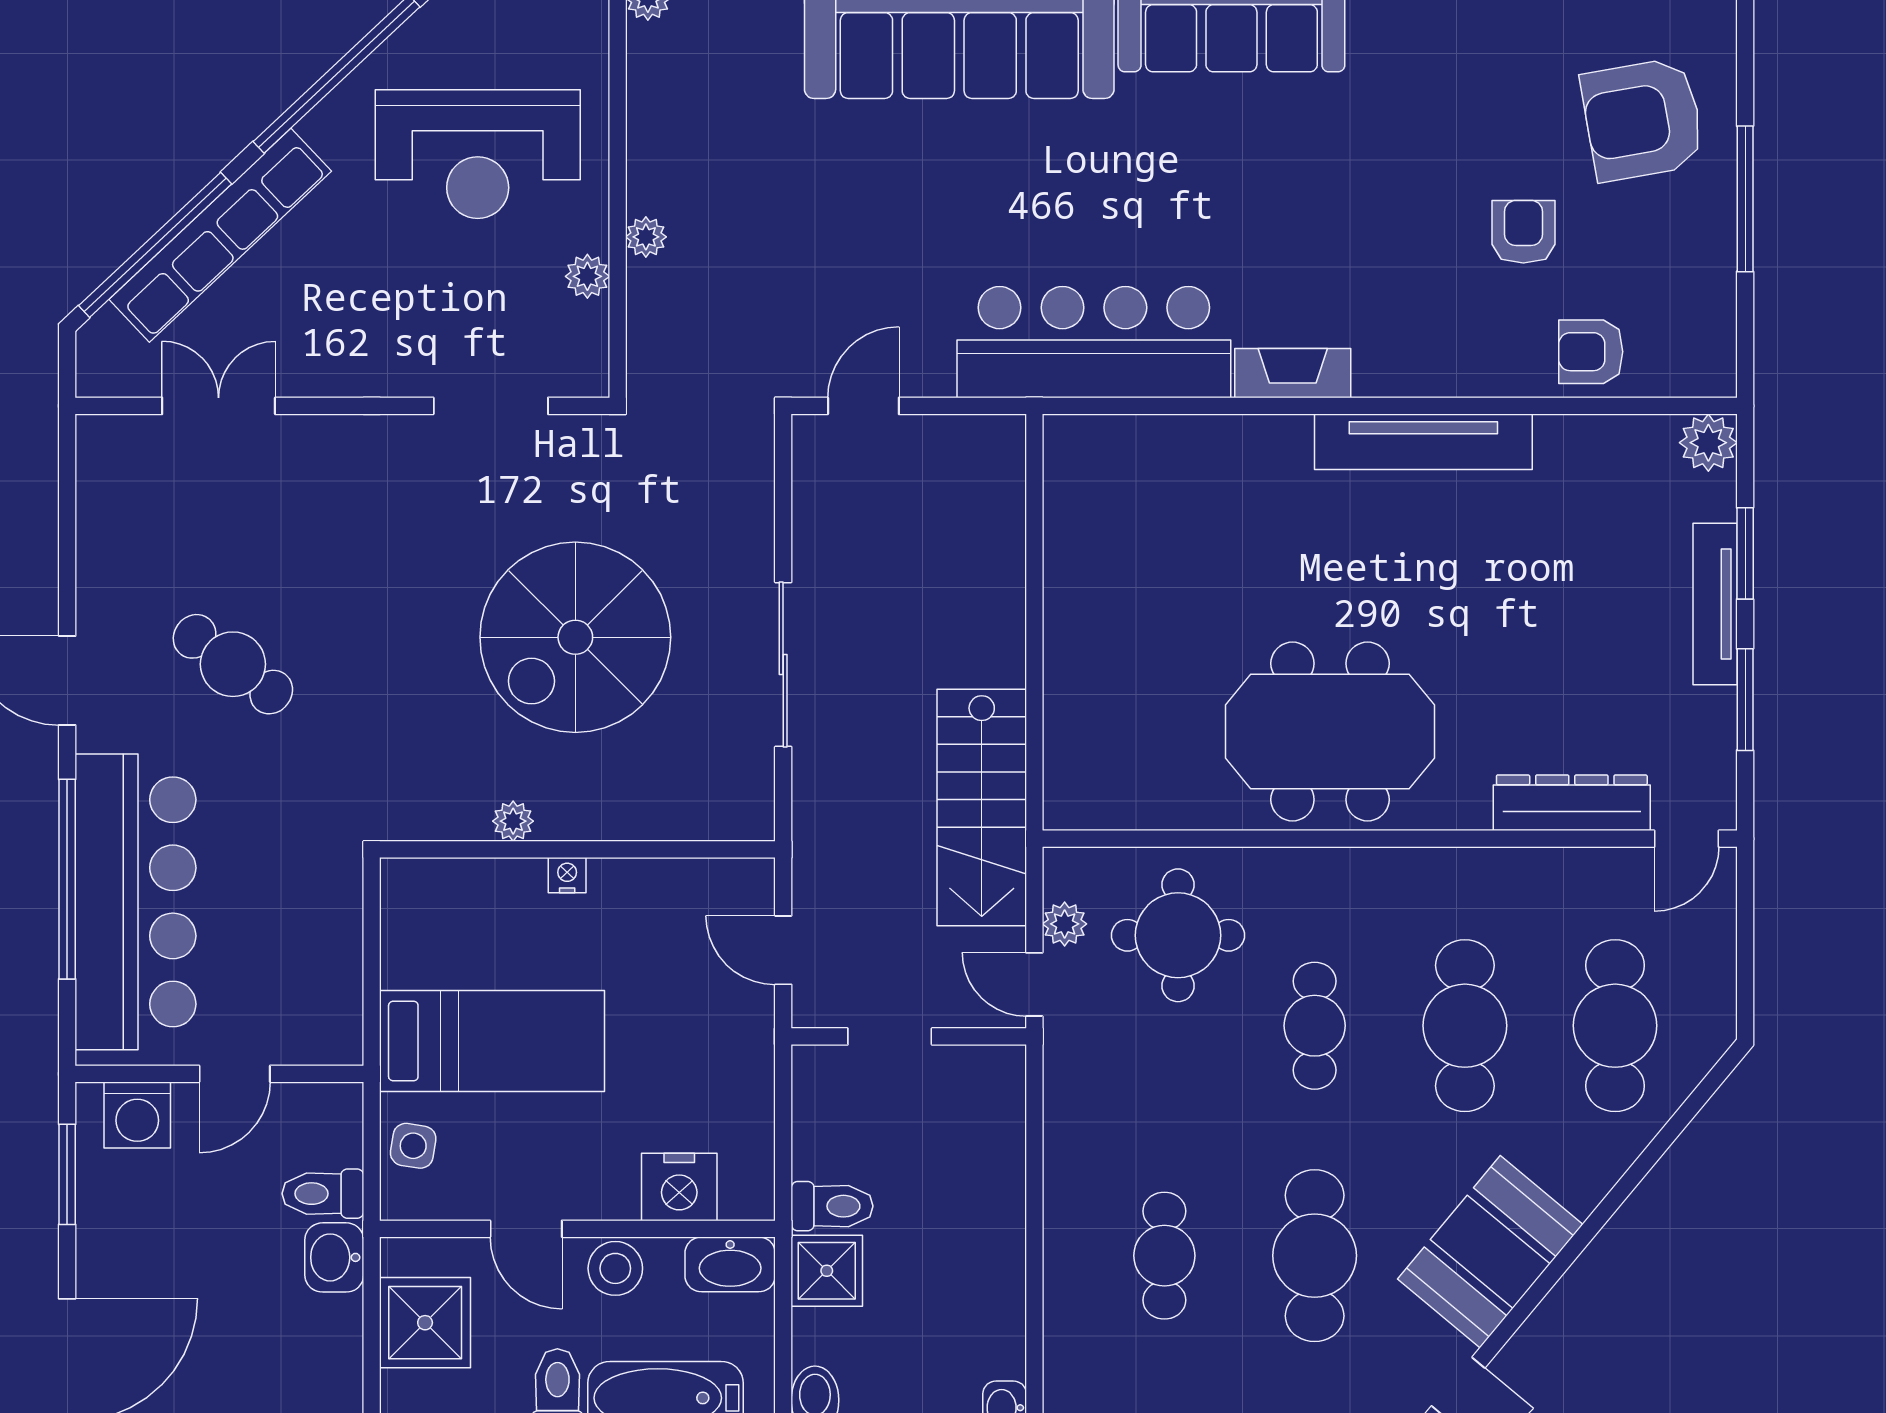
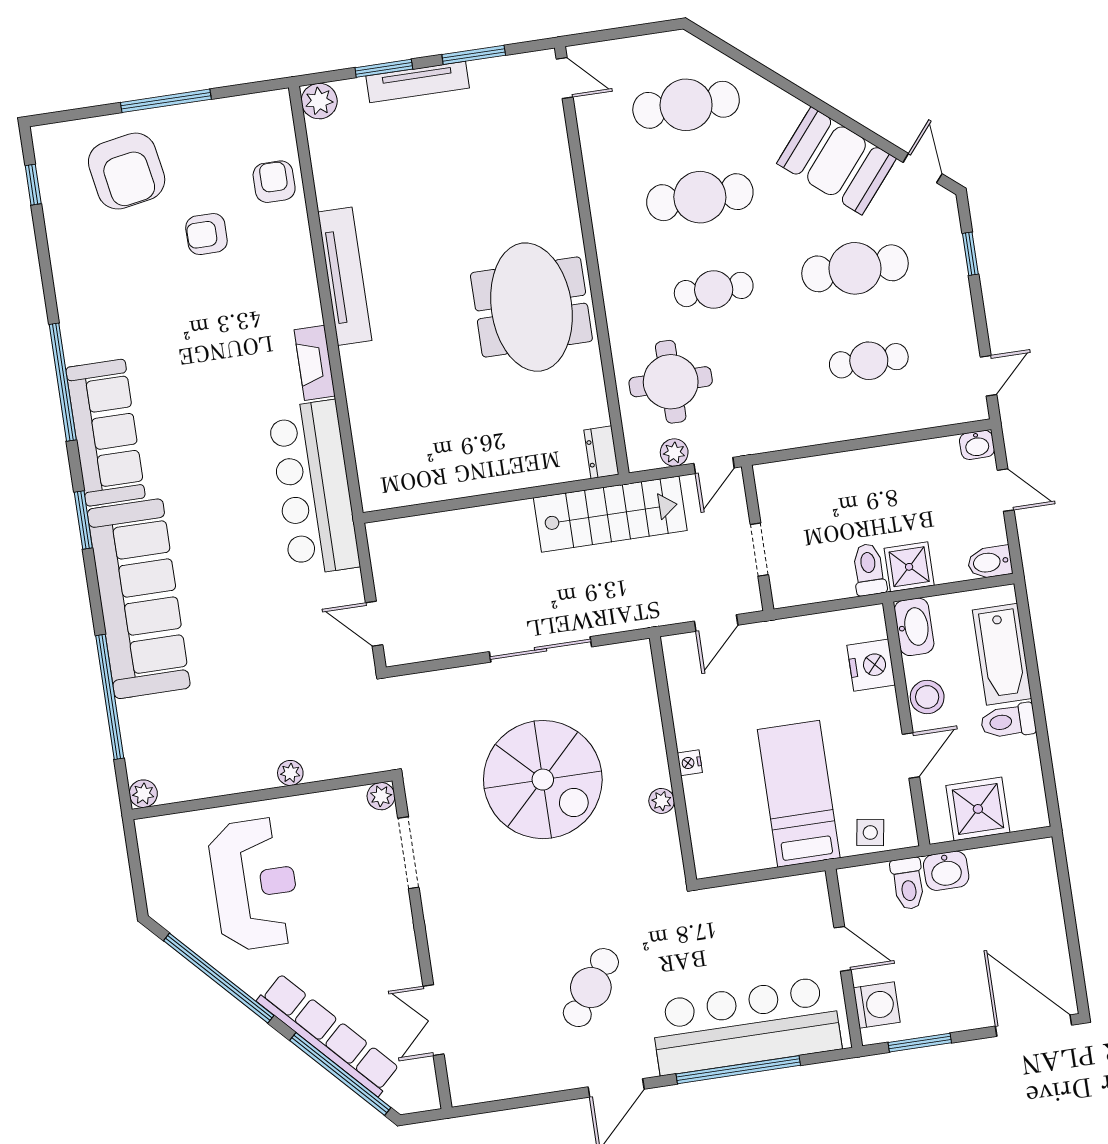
plant: (587, 276) -> (381, 796), moved
armchair: (1591, 352) -> (274, 182), turned 180
dresser: (1572, 803) -> (601, 452), moved, width x0.51, depth x0.80

